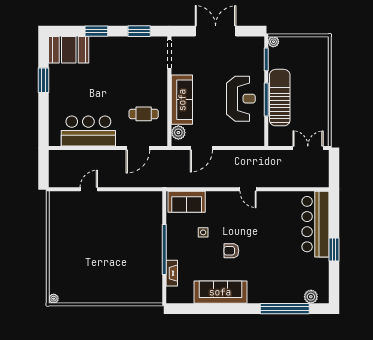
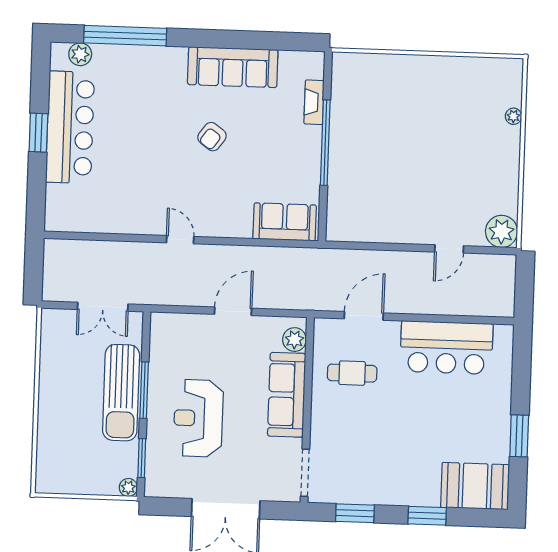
reception desk: (241, 99) -> (198, 418), moved
door: (201, 148) -> (233, 311), moved
double door: (308, 148) -> (103, 307), moved
plant: (58, 201) -> (502, 231), added
bar counter: (315, 224) -> (70, 127), moved
side table: (203, 232) -> (258, 169), removed
armchair: (231, 251) -> (212, 137), turned 126
plant: (54, 299) -> (513, 116), moved

